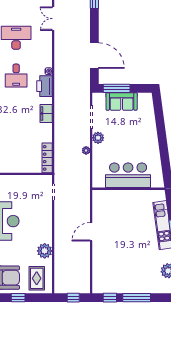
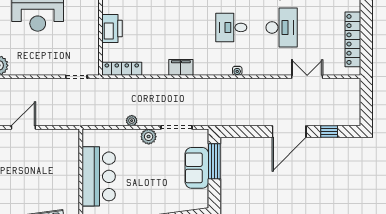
door: (94, 56) -> (289, 132), moved
printer: (44, 86) -> (112, 29), moved, turned 90
door: (91, 232) -> (23, 127), hinge flipped

